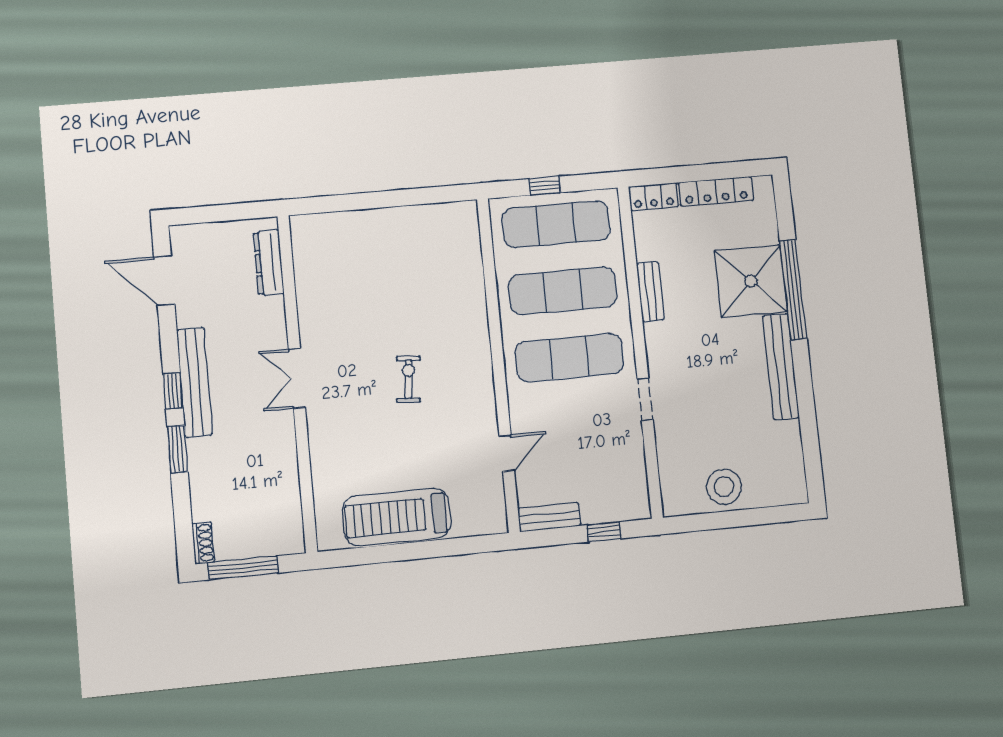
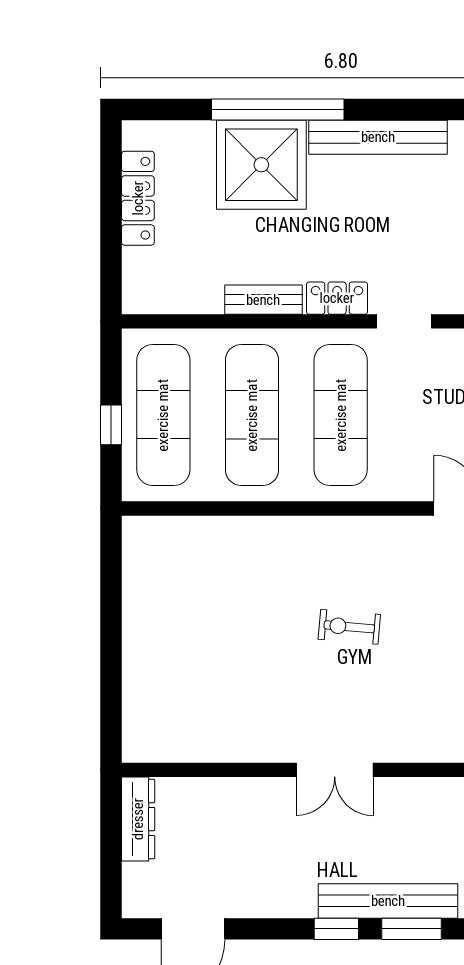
locker: (654, 197) -> (337, 298), moved, turned -90
dresser: (269, 263) -> (138, 819), moved, turned -90
bench: (194, 382) -> (388, 901), moved

